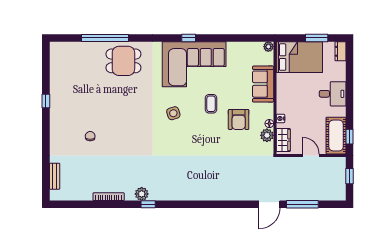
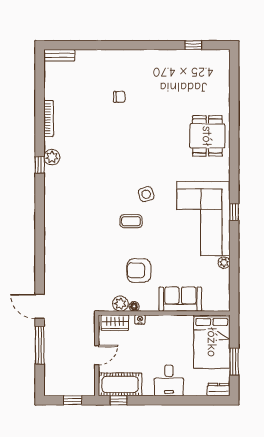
window: (105, 38) -> (234, 114), removed
plant: (268, 47) -> (224, 263), moved
window: (46, 101) -> (193, 45), moved
coffee table: (211, 104) -> (131, 221), moved
bench: (55, 176) -> (59, 55), moved

